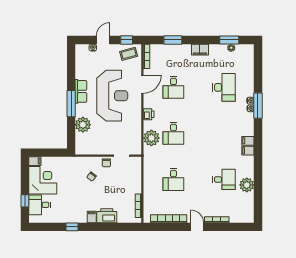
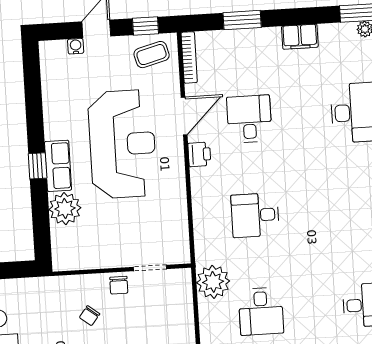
desk: (173, 87) -> (249, 119), turned 180
row of seats: (81, 91) -> (58, 166), moved
window: (71, 104) -> (38, 166), width x0.46
printer: (149, 114) -> (199, 154), moved
desk: (173, 133) -> (255, 215), turned 90
plant: (151, 138) -> (213, 282), moved

